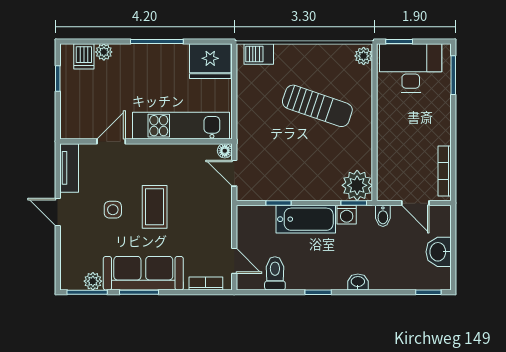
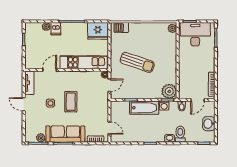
dishwasher: (84, 56) -> (56, 29), moved
sun lounger: (317, 106) -> (137, 62), moved
door: (234, 173) -> (109, 85), swing flipped
door: (415, 203) -> (197, 100), hinge flipped
toilet: (275, 273) -> (180, 134), moved

